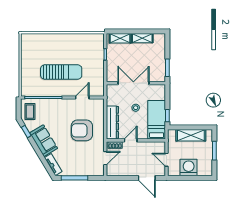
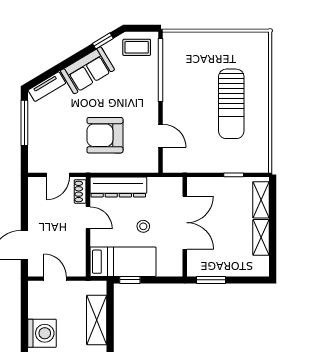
sun lounger: (61, 72) -> (231, 104), moved
armchair: (82, 130) -> (105, 135), turned -90
door: (105, 158) -> (58, 175), hinge flipped
door: (167, 160) -> (55, 279), hinge flipped
washing machine: (189, 168) -> (42, 333), moved

